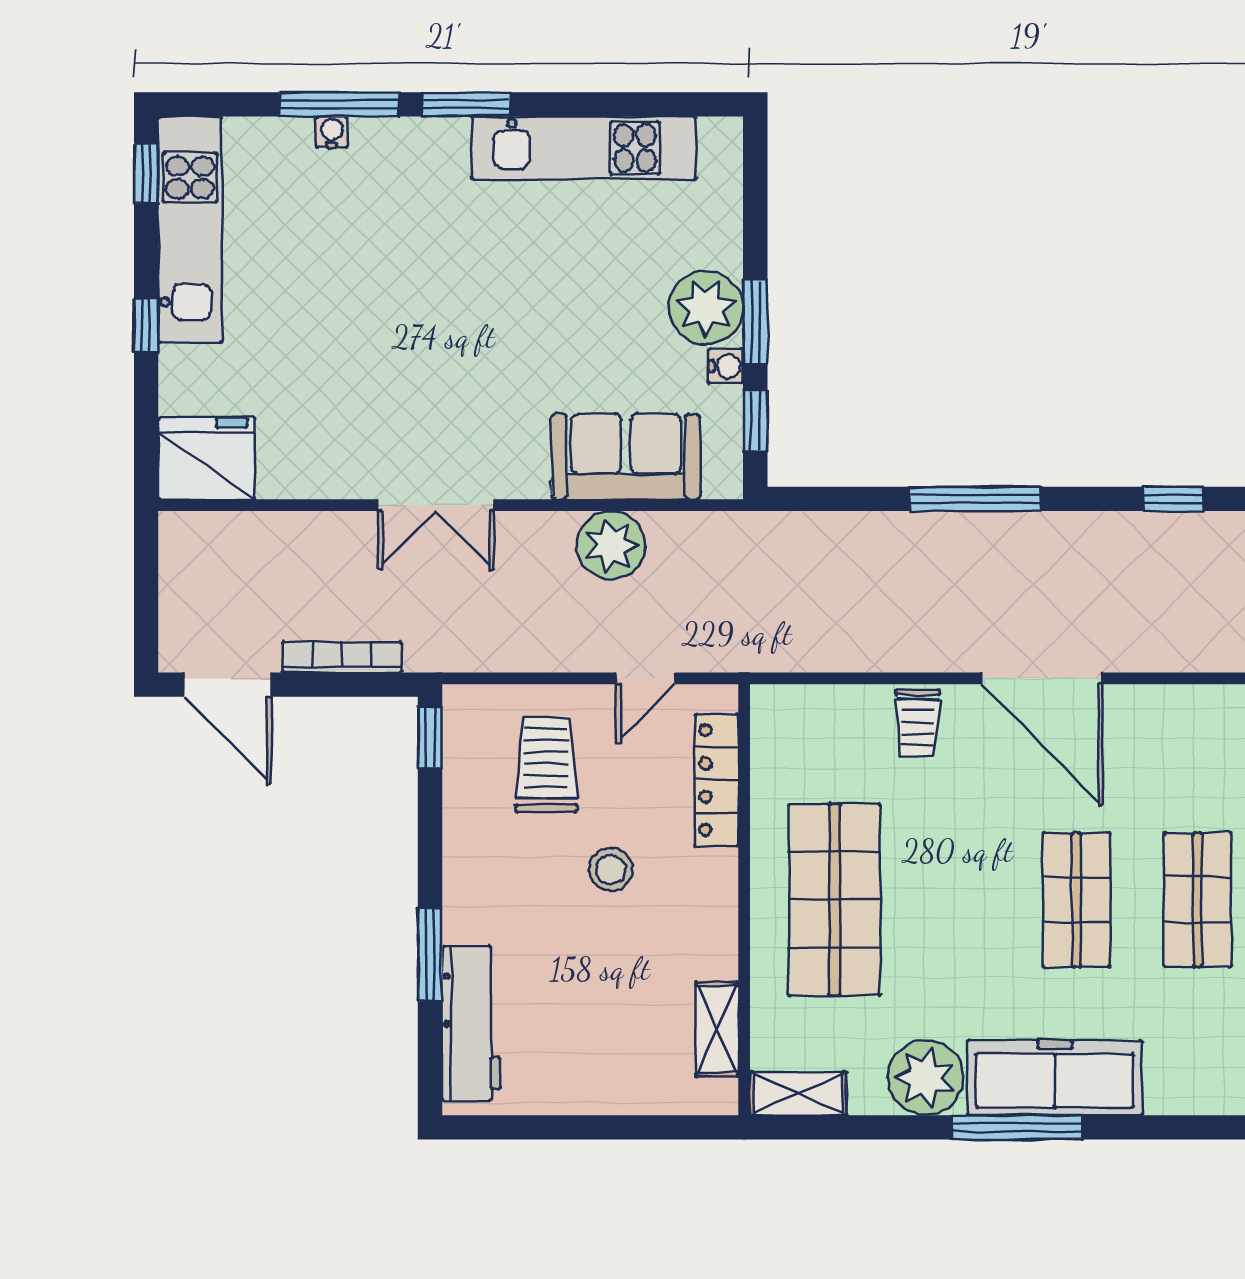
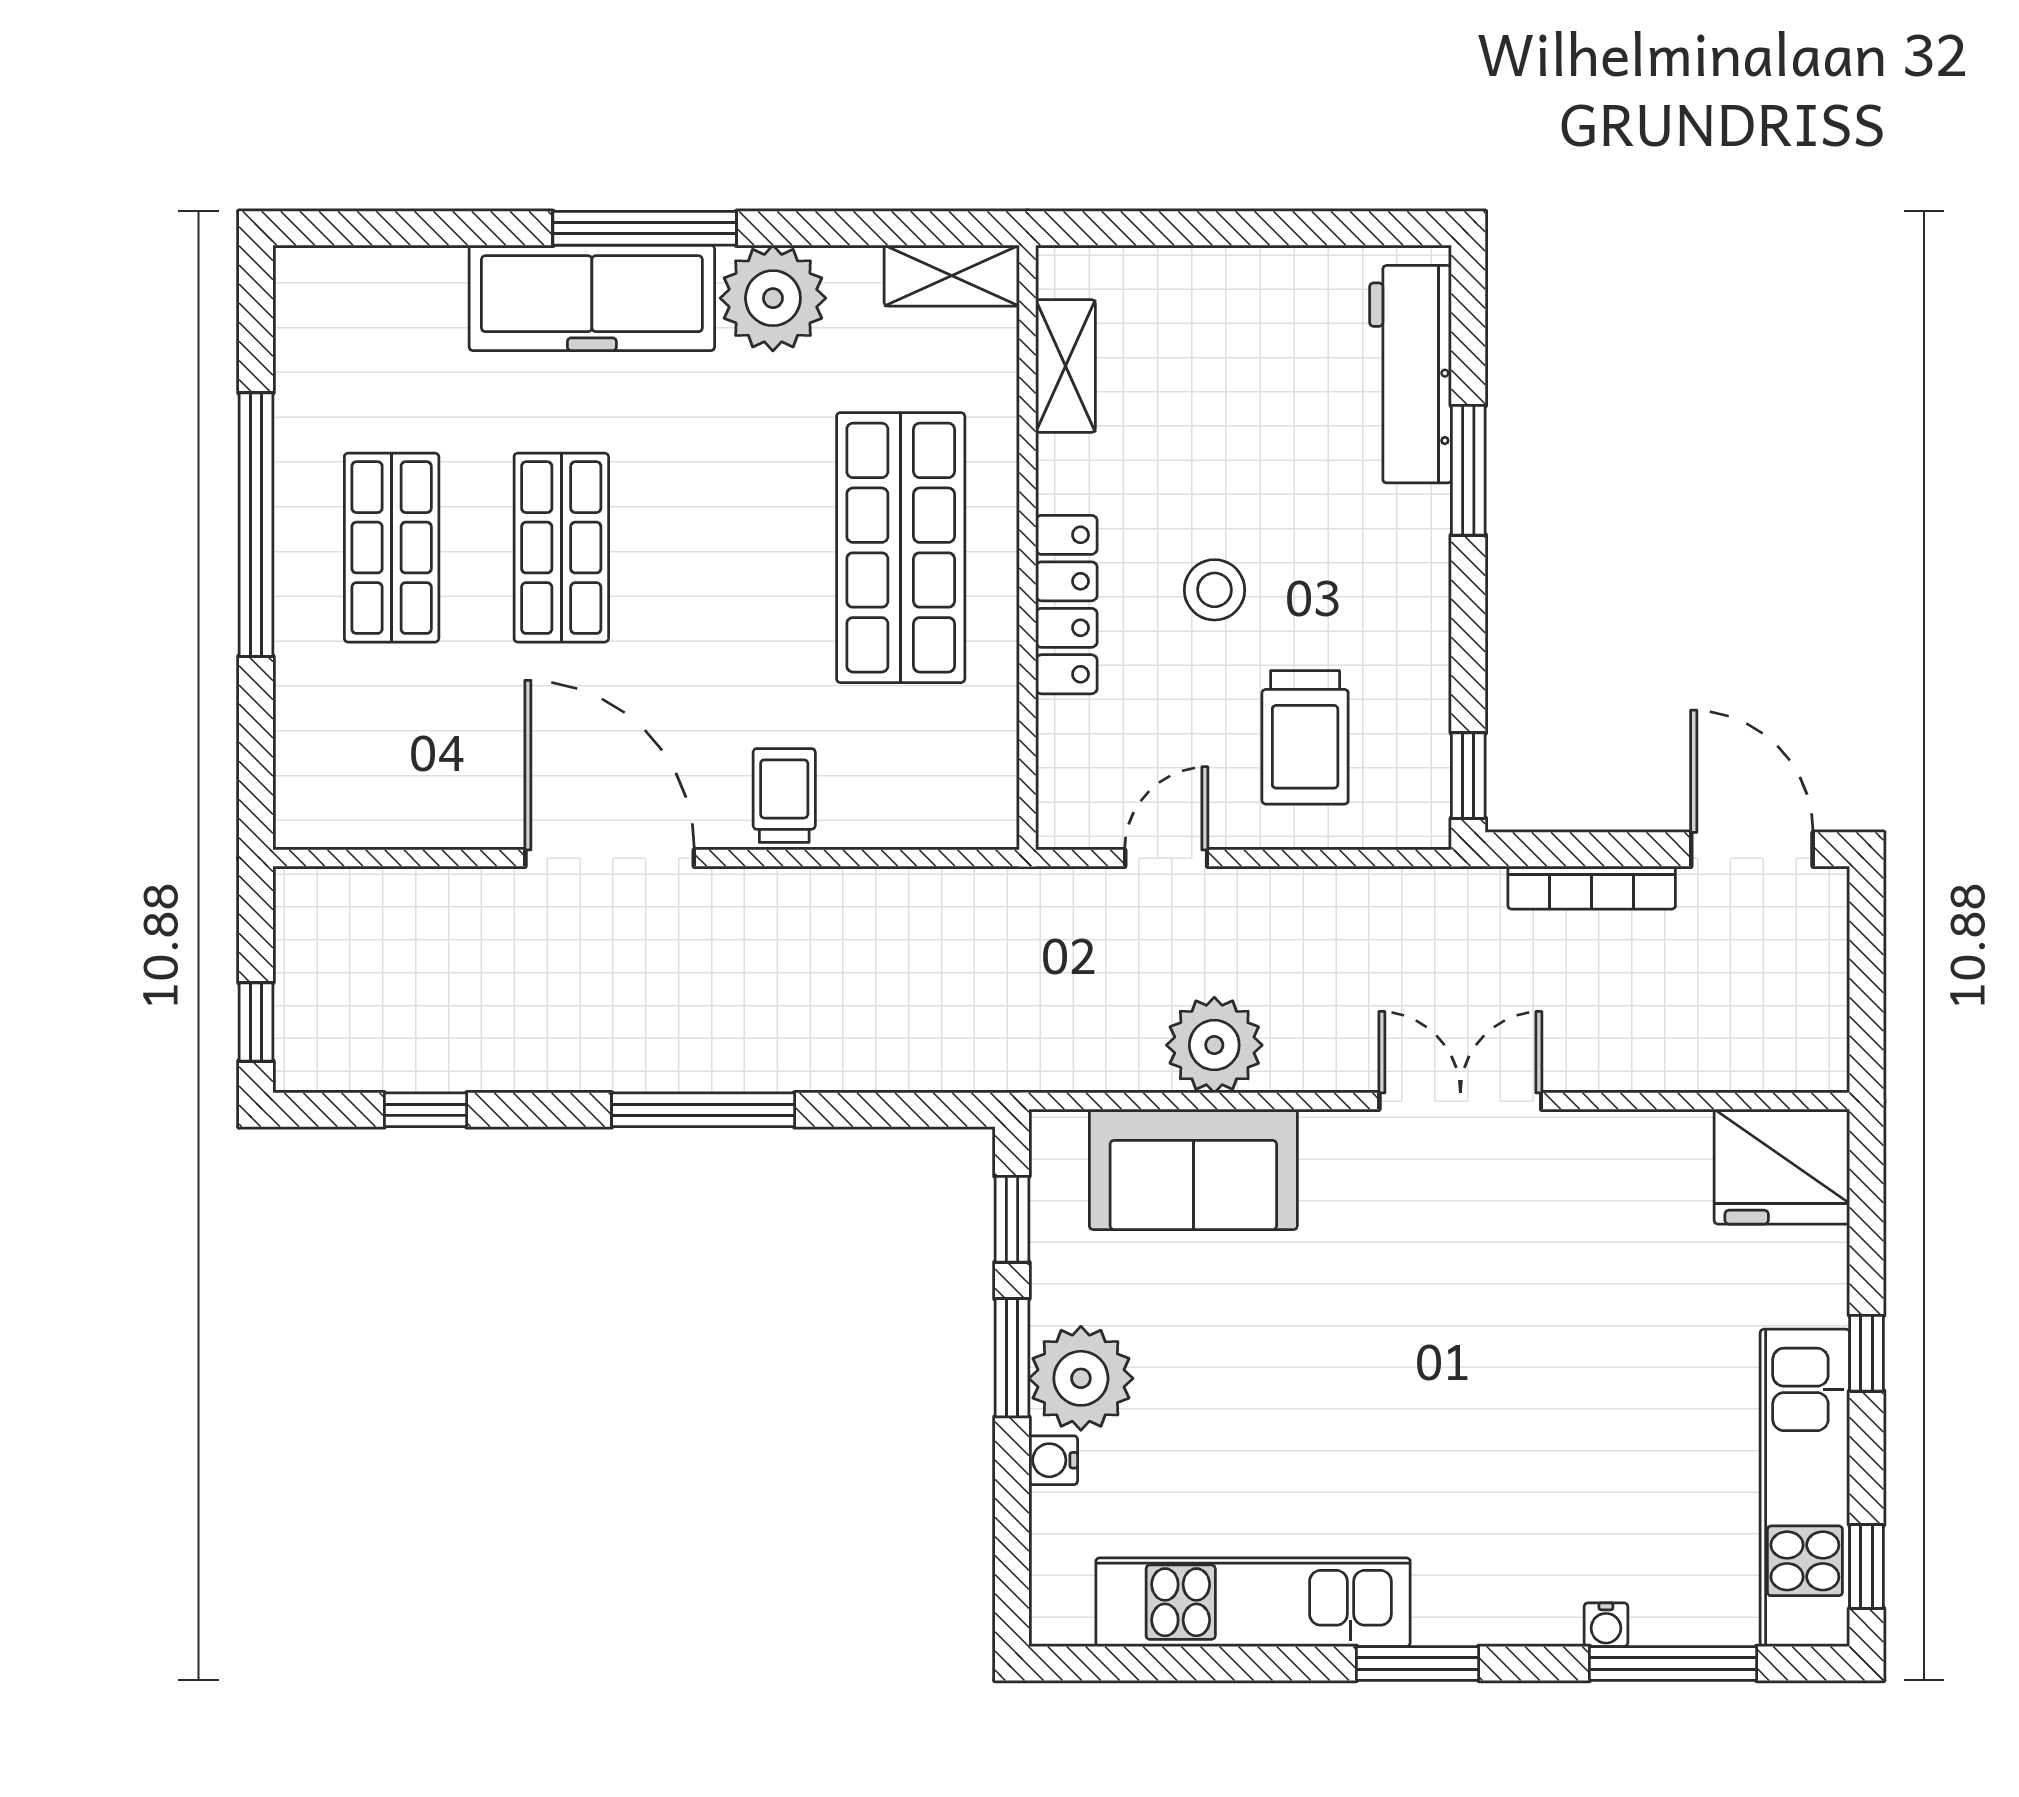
window: (339, 104) -> (1673, 1663), moved
water cooler: (726, 366) -> (1053, 1460), moved
locker: (716, 780) -> (1066, 605), moved

